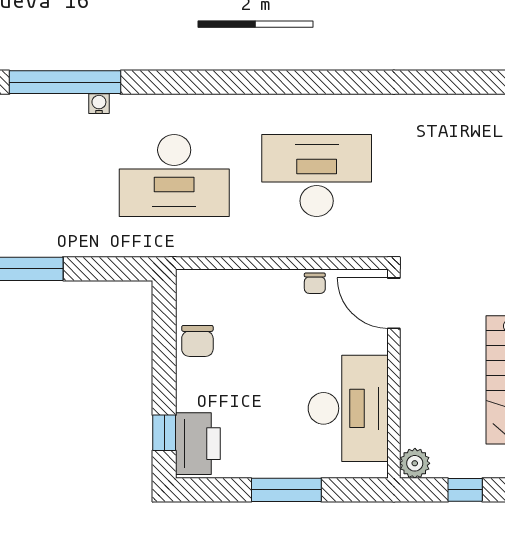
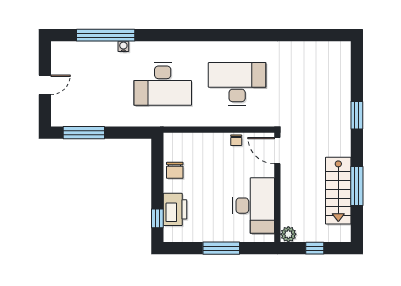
printer: (198, 444) -> (175, 209), moved

